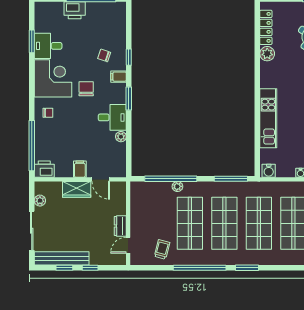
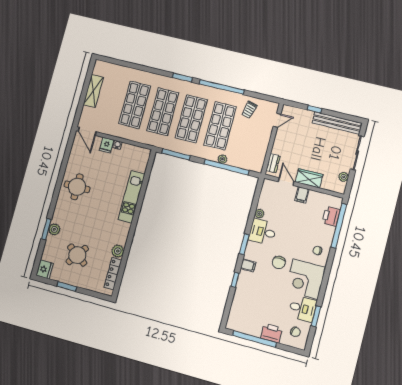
chair: (104, 55) -> (295, 332), moved
printer: (44, 169) -> (331, 216), moved, turned 90
water cooler: (269, 171) -> (143, 153), removed
dresser: (120, 226) -> (273, 163), moved
window: (64, 268) -> (337, 114), removed

